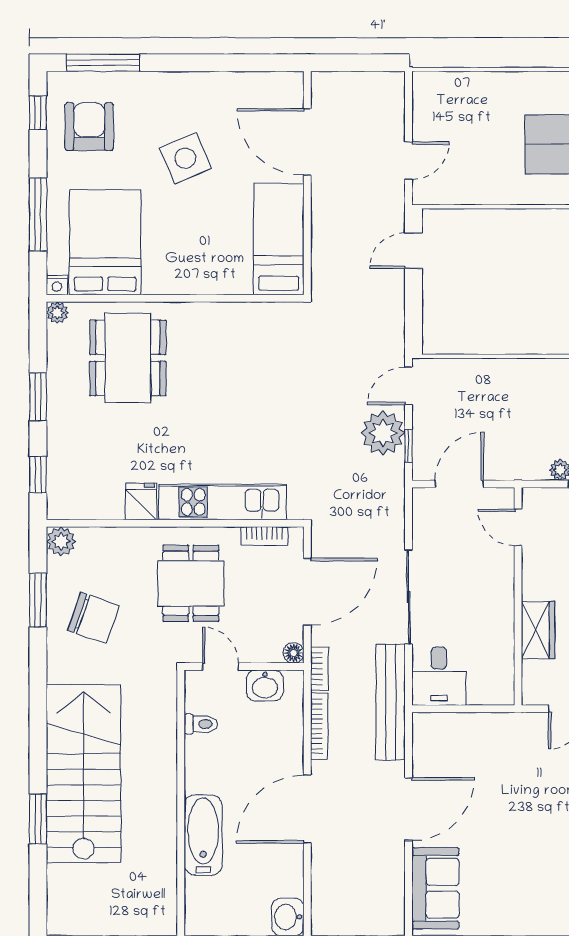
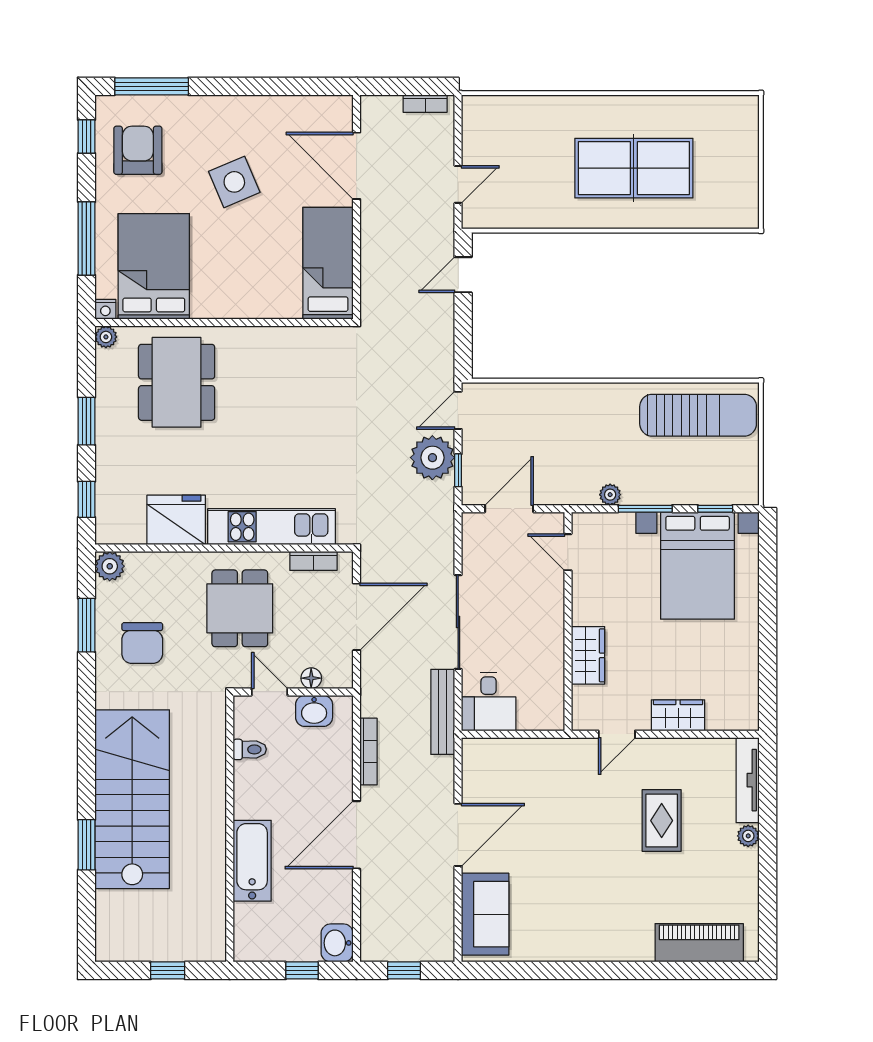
fridge: (141, 501) -> (176, 520), width x1.88, depth x1.34
chair: (94, 618) -> (142, 643), turned 71
floor lamp: (294, 653) -> (311, 678), moved
bookcase: (319, 669) -> (425, 104), moved, turned 90
bench: (391, 702) -> (443, 712), width x0.73, depth x0.82

